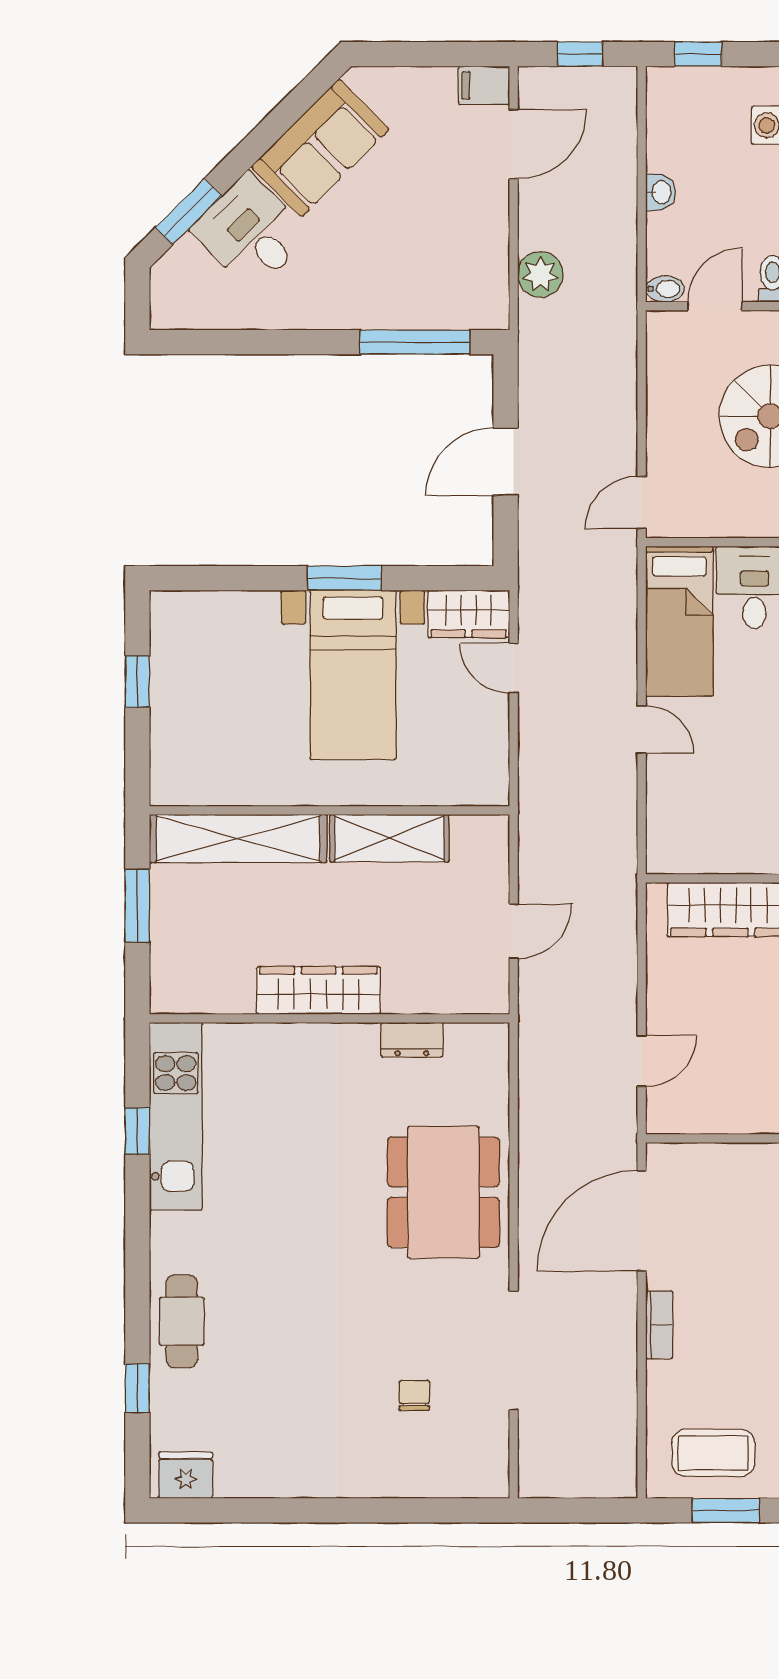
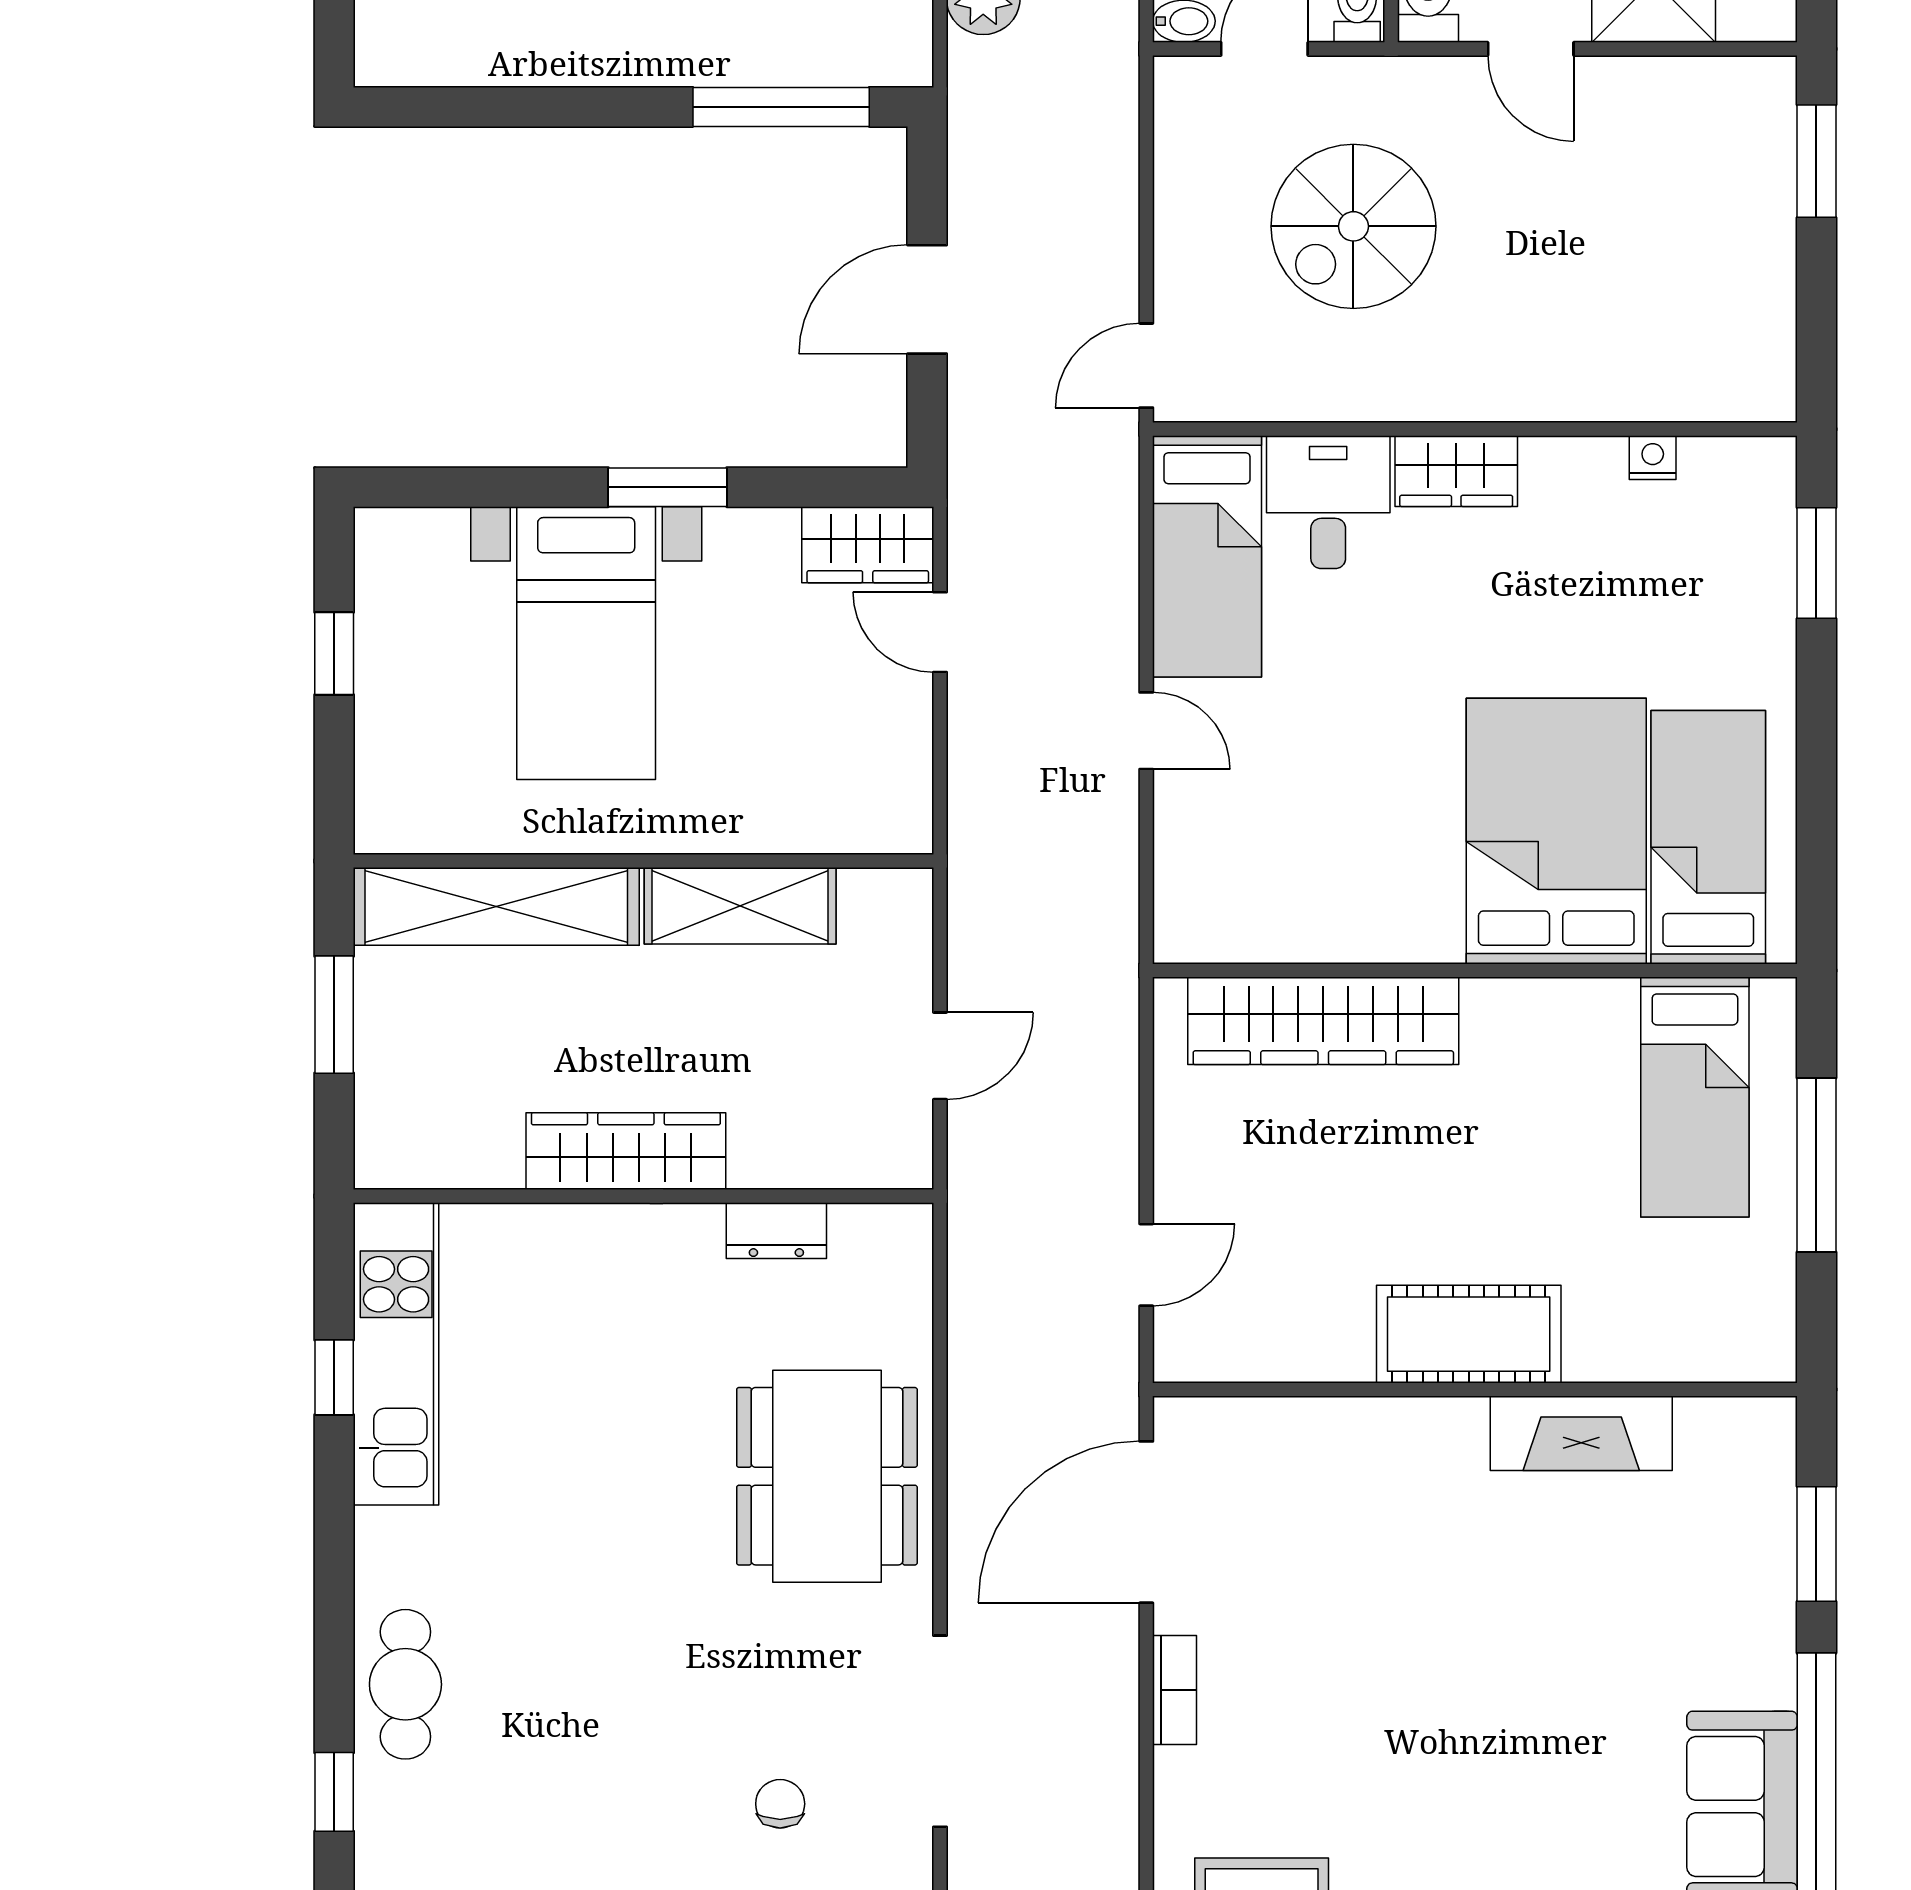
bed with nightstands: (353, 675) -> (586, 643), moved

